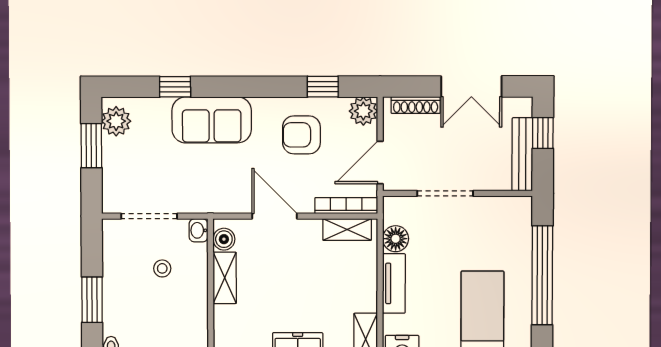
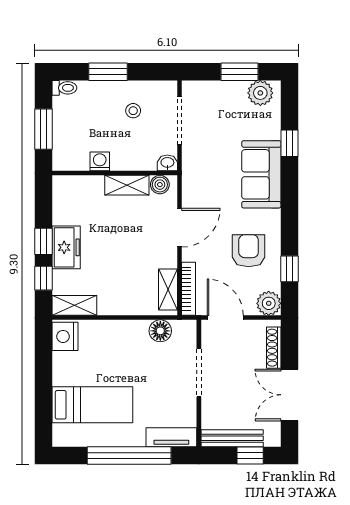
stool: (162, 268) -> (133, 111), moved
tv unit: (394, 283) -> (171, 437), moved, turned 180
washing machine: (197, 310) -> (100, 161), added

